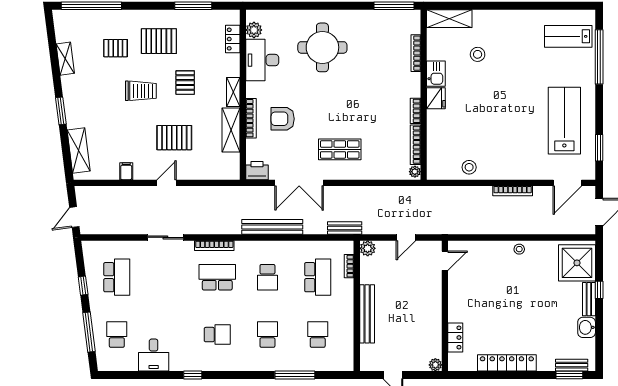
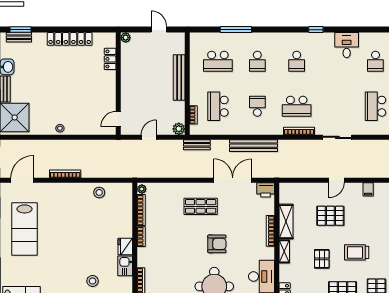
armchair: (283, 119) -> (217, 244), moved
school desk: (217, 335) -> (297, 61), turned -90
school desk: (318, 335) -> (218, 61), width x1.85

